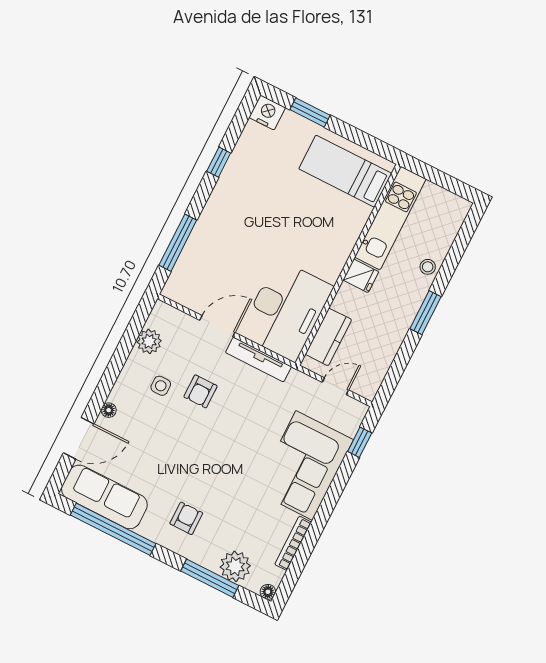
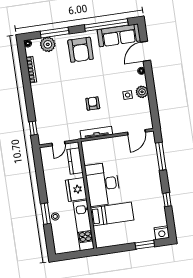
bed: (345, 171) -> (112, 214), moved
fridge: (361, 276) -> (76, 190), width x1.88, depth x1.34
desk: (286, 310) -> (103, 184), moved
window: (425, 313) -> (46, 214), moved
door: (217, 326) -> (136, 132), moved
plant: (149, 341) -> (142, 92), moved
armchair: (201, 391) -> (93, 103), moved
corner sofa: (304, 465) -> (49, 103), removed
armchair: (186, 518) -> (81, 50), width x1.88, depth x1.88

